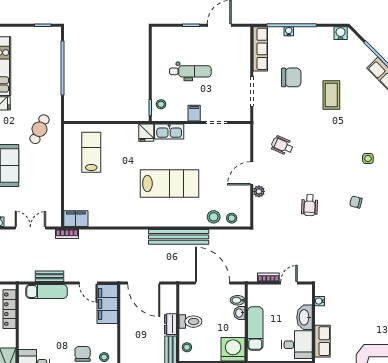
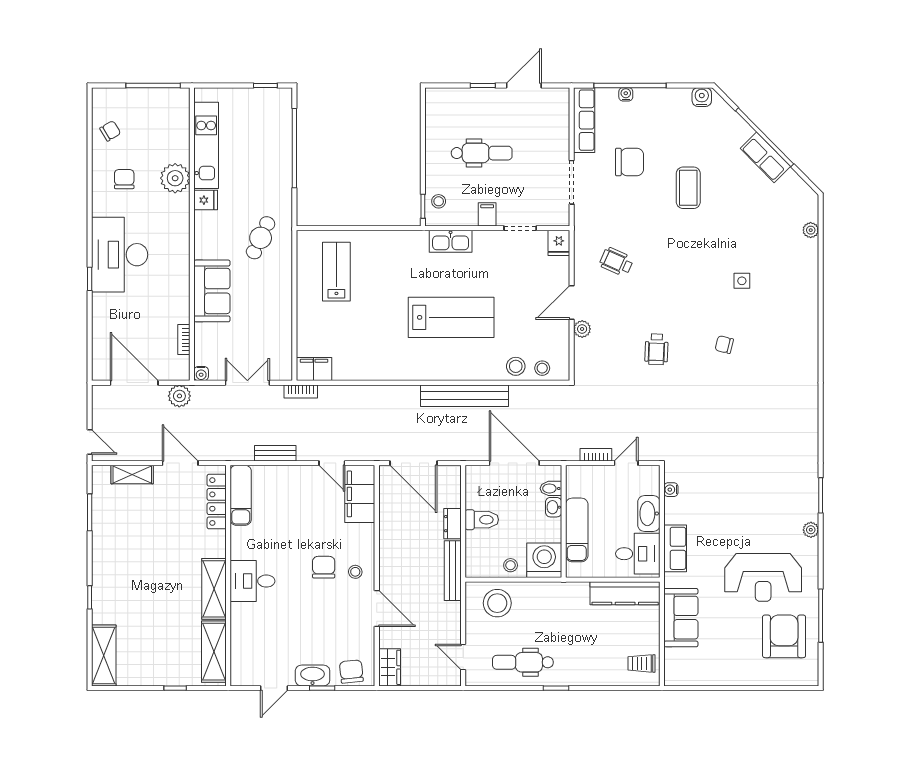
fridge: (146, 133) -> (559, 243), moved
exam couch: (47, 291) -> (241, 495), moved, turned -90
stool: (187, 347) -> (511, 565), moved

